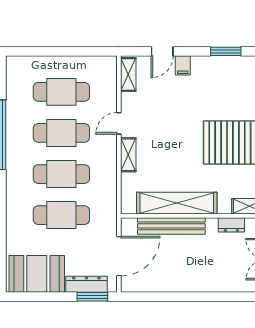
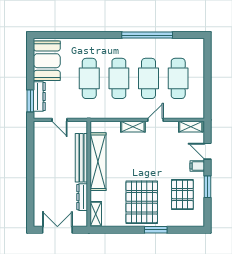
window: (226, 51) -> (207, 187), moved
pallet: (222, 86) -> (182, 195), added
door: (119, 123) -> (156, 120), hinge flipped
dresser: (231, 225) -> (82, 197), width x1.44
door: (119, 256) -> (60, 120), width x0.53

